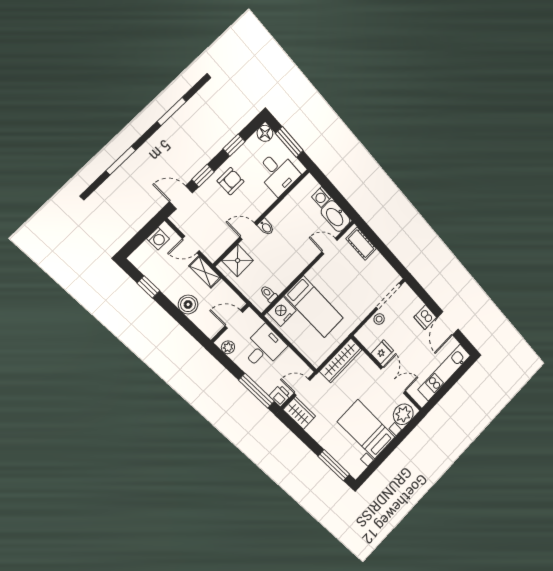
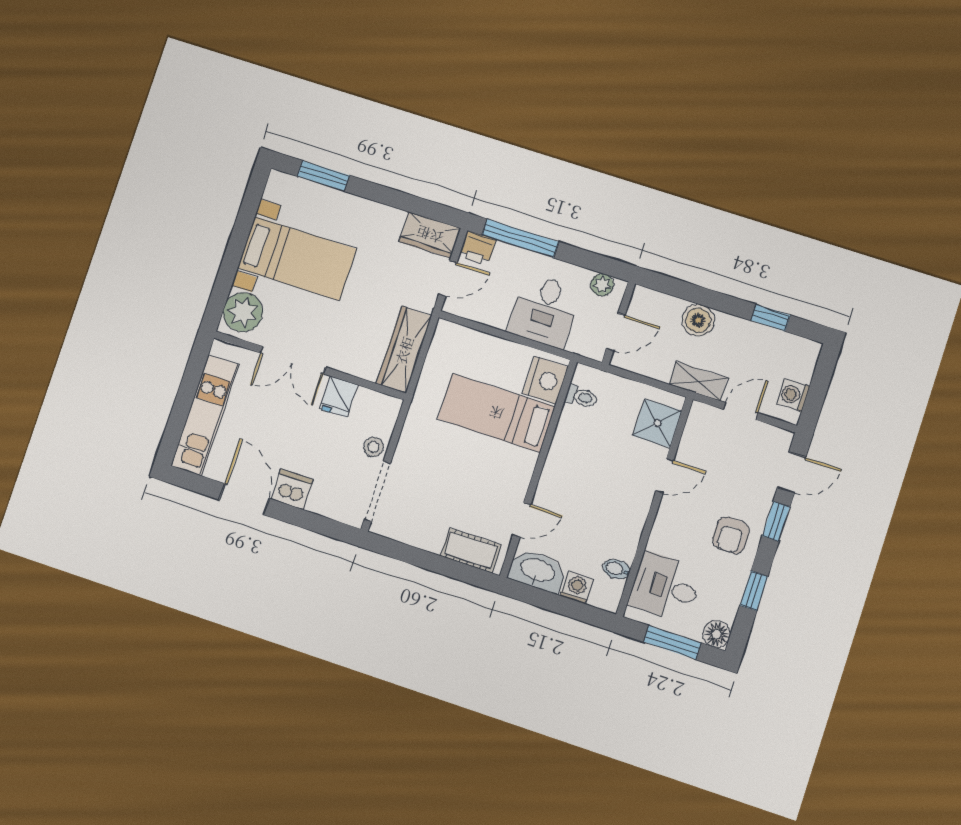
bidet: (266, 227) -> (616, 569), moved
window: (334, 465) -> (323, 176), width x0.69

